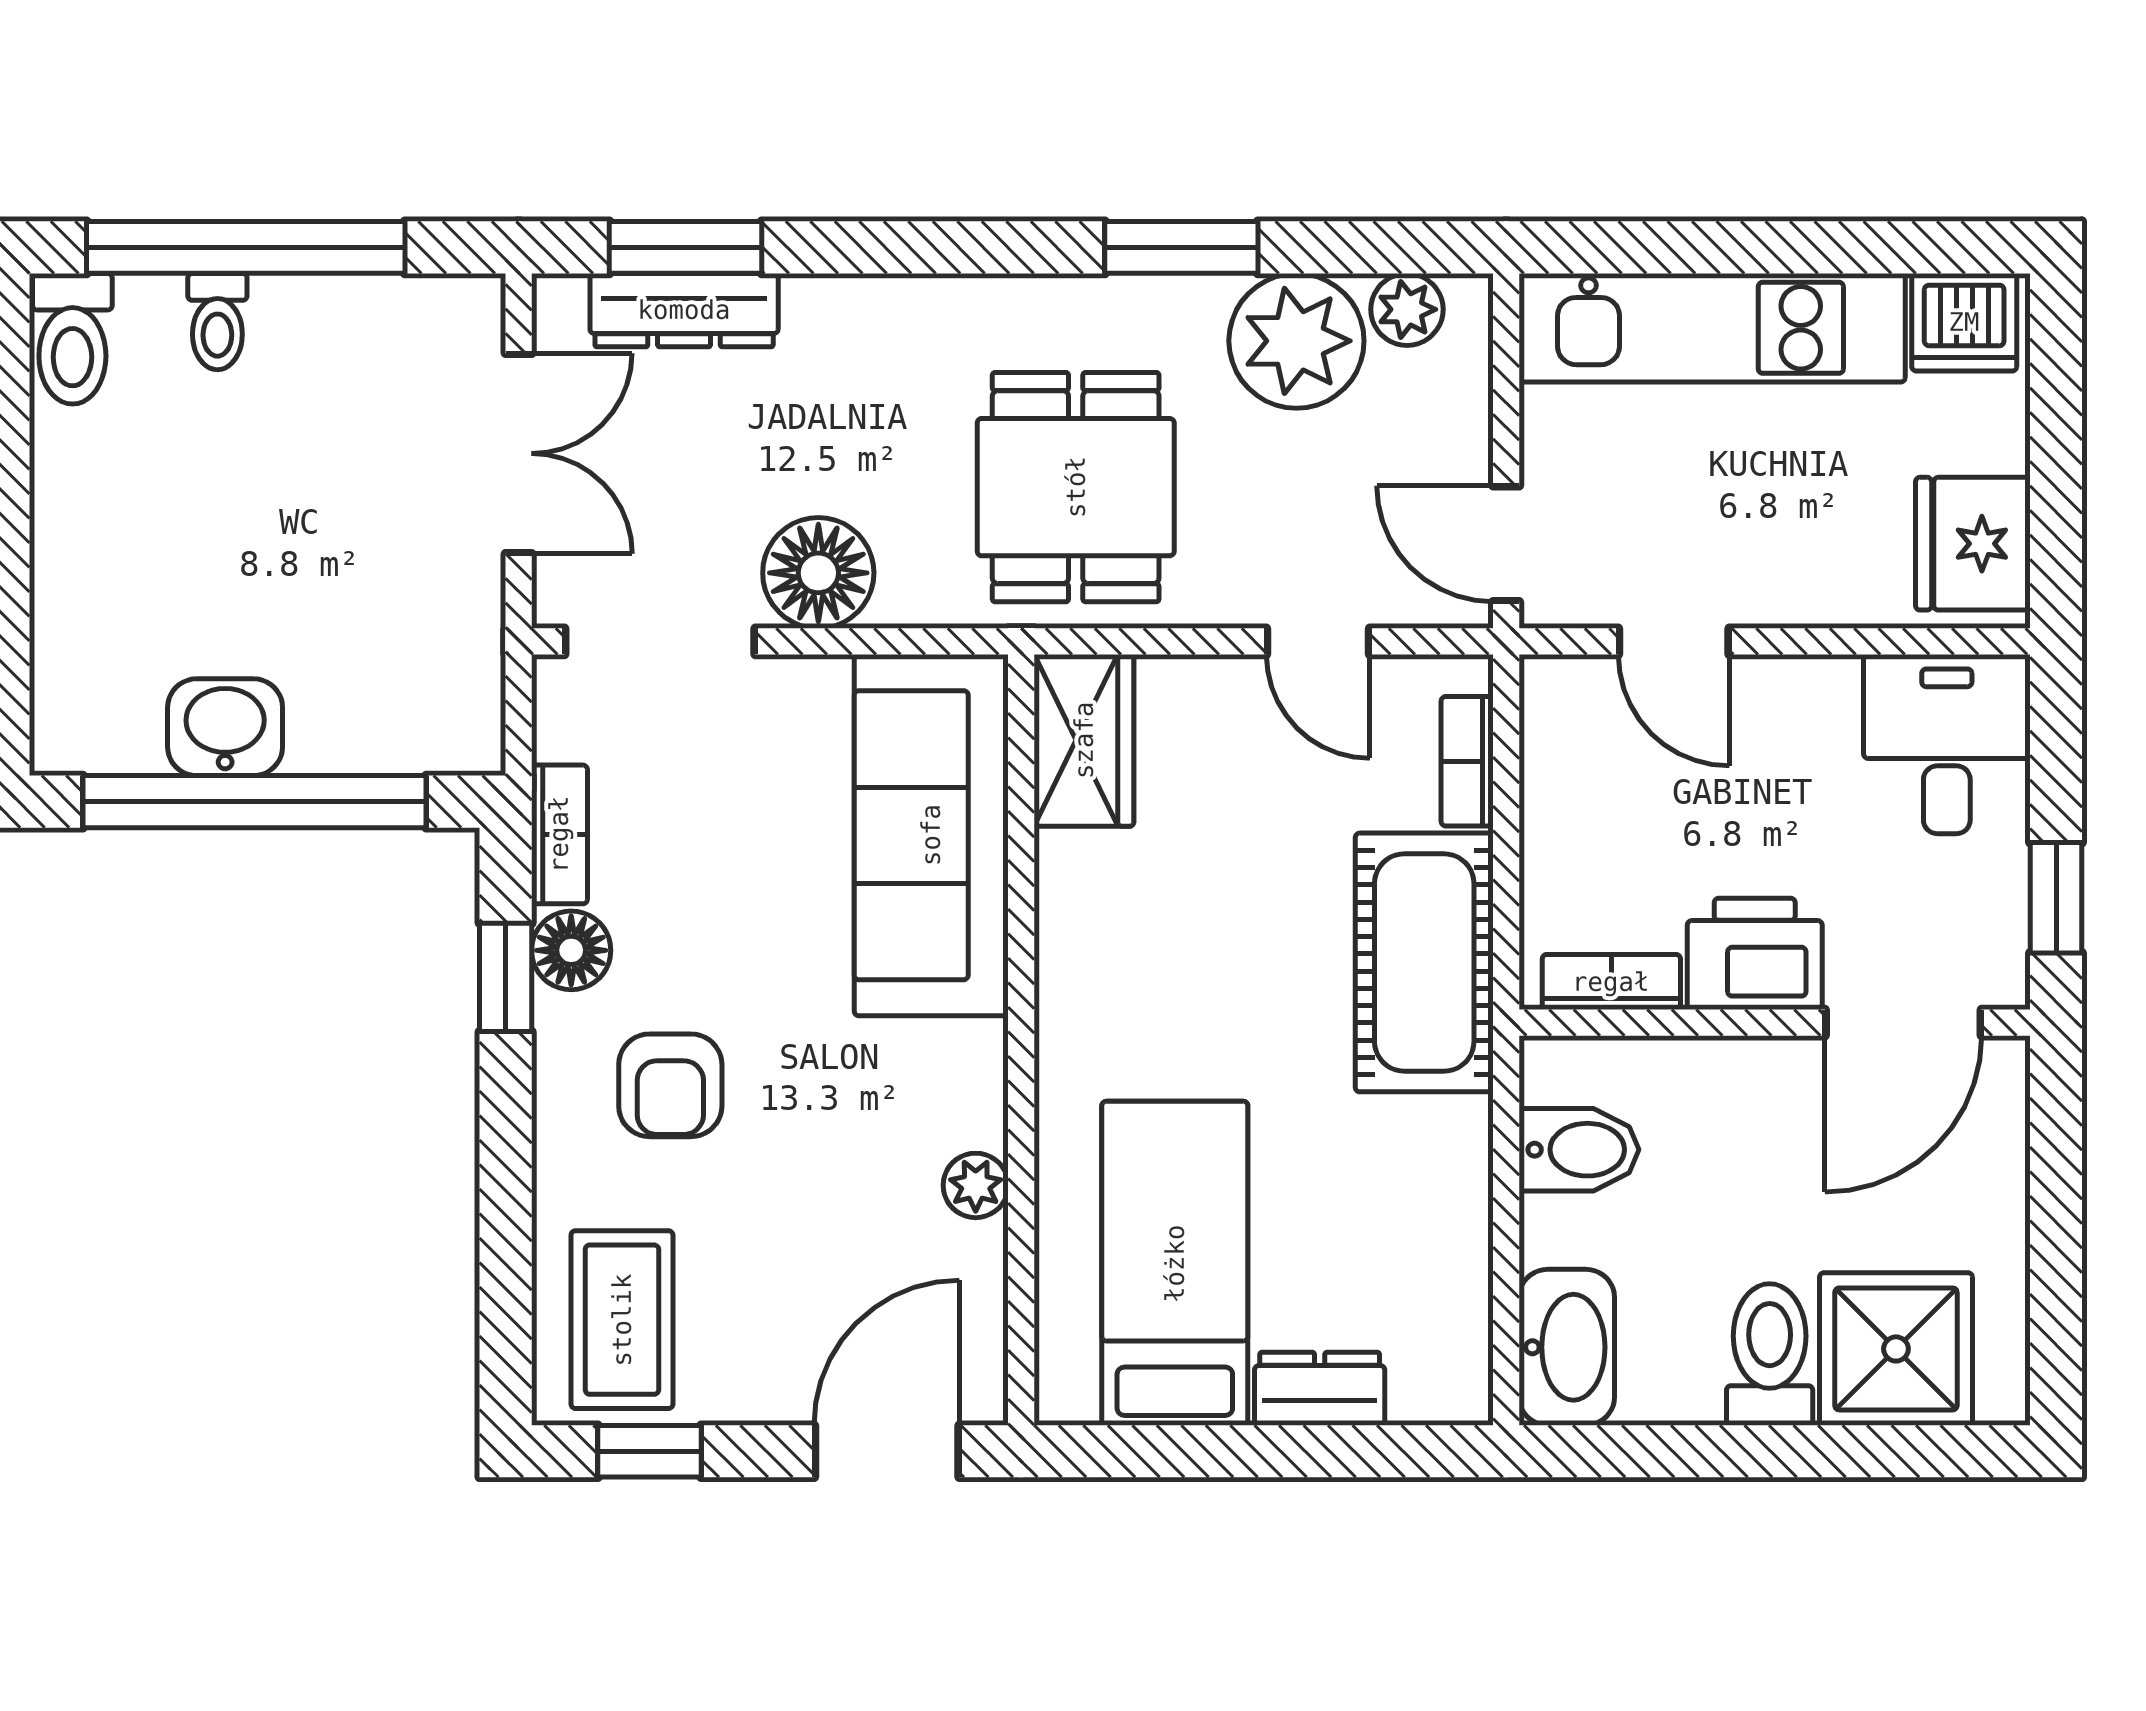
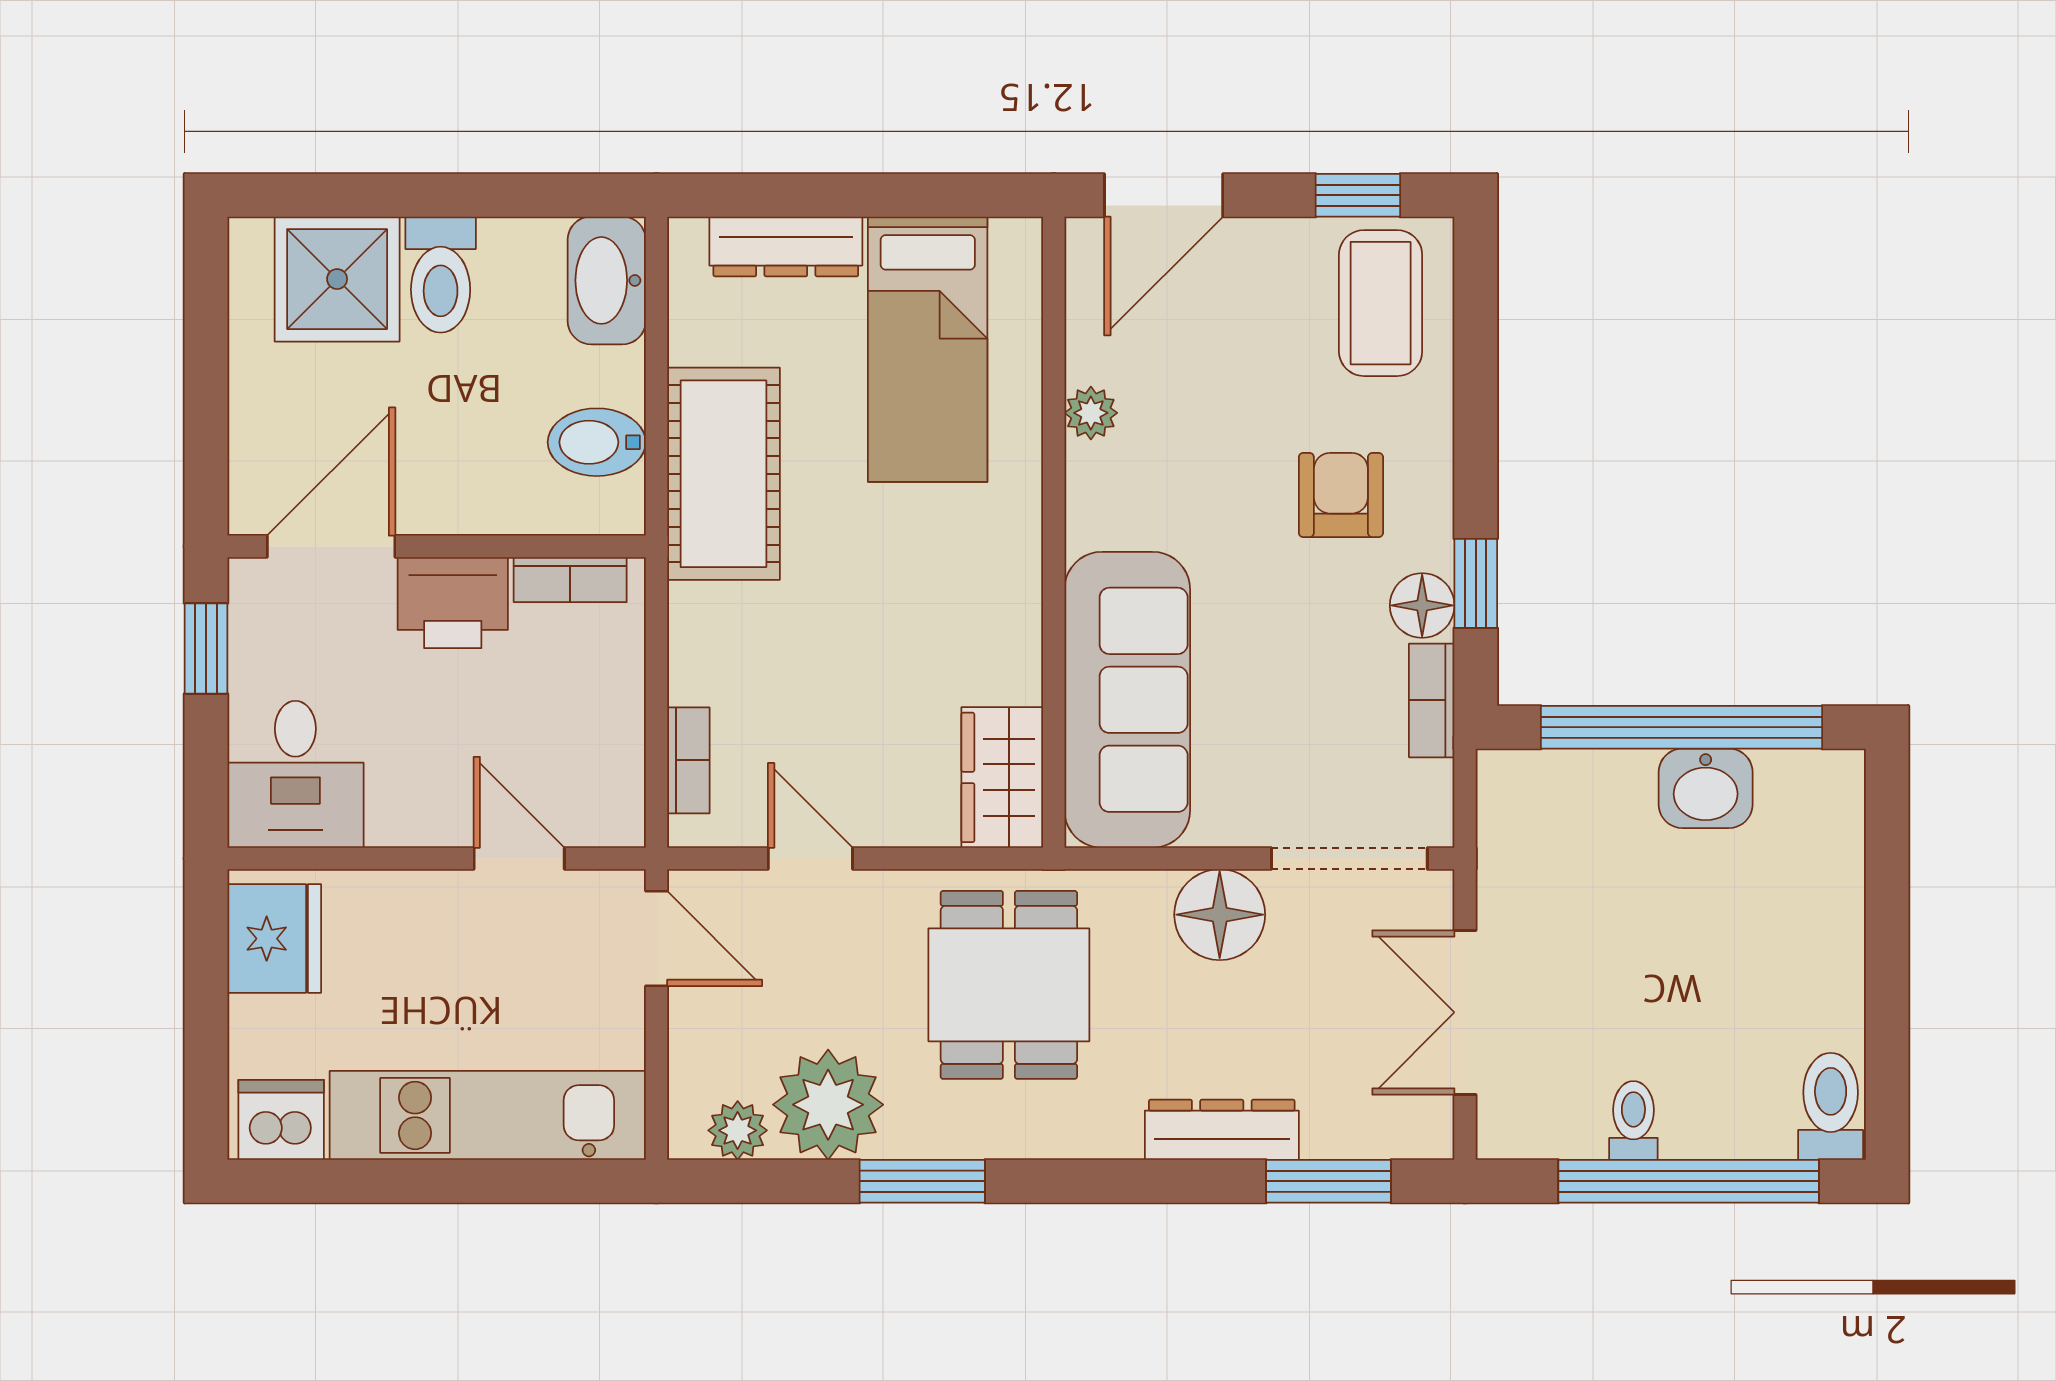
dresser: (684, 310) -> (1222, 1130), moved
toilet: (217, 322) -> (1633, 1120), moved
cot: (1424, 962) -> (723, 474), moved
dresser: (1320, 1389) -> (786, 246), width x1.44

